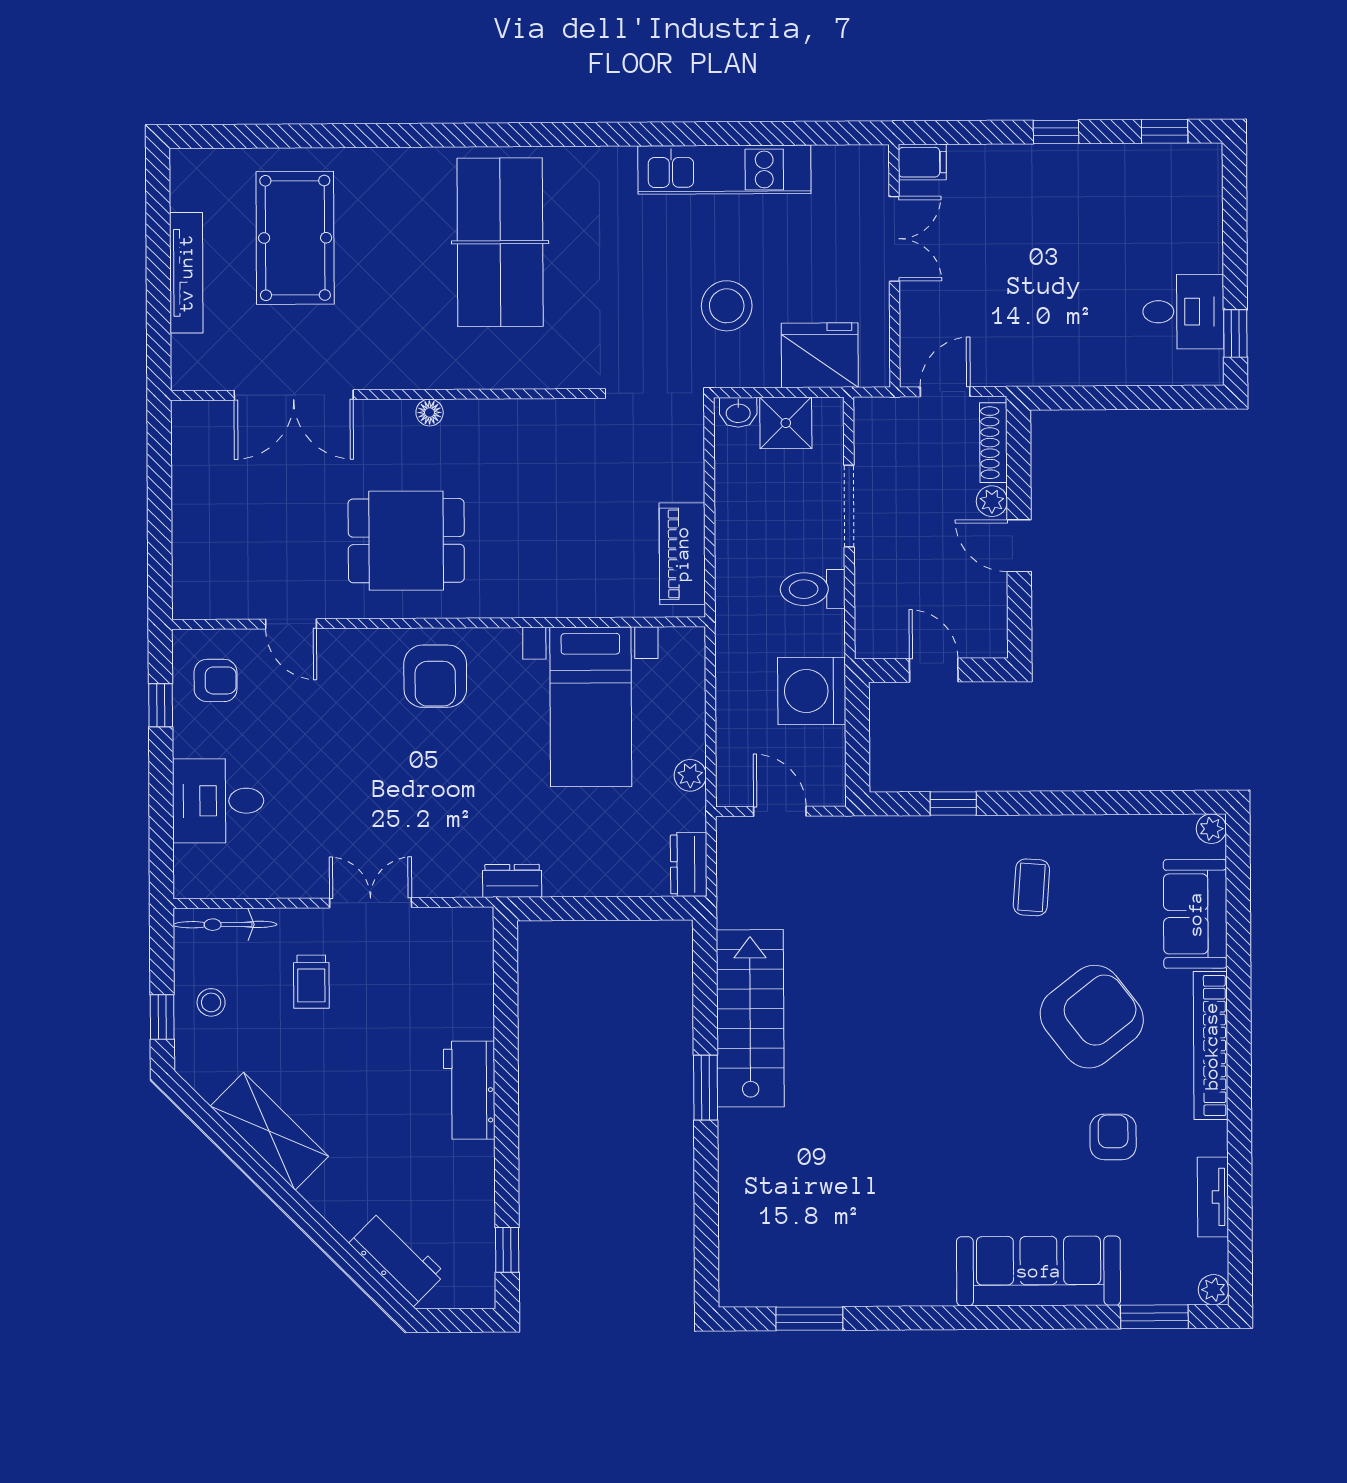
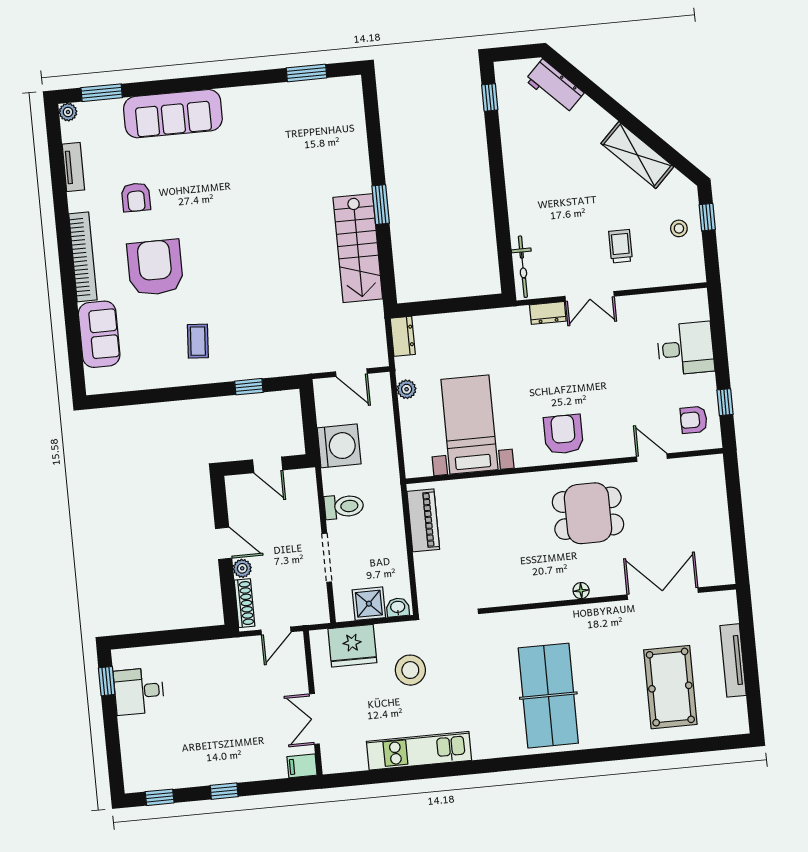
plant: (1211, 829) -> (94, 386), removed
dresser: (512, 881) -> (548, 313), moved
bicycle: (225, 925) -> (523, 267), moved, turned 90
armchair: (1092, 1017) -> (155, 268), turned 128
workbench: (469, 1090) -> (521, 190), removed

